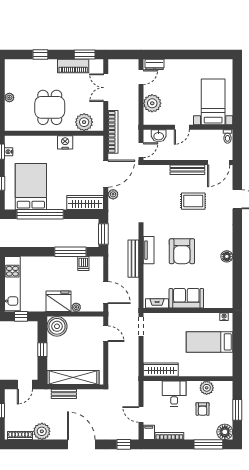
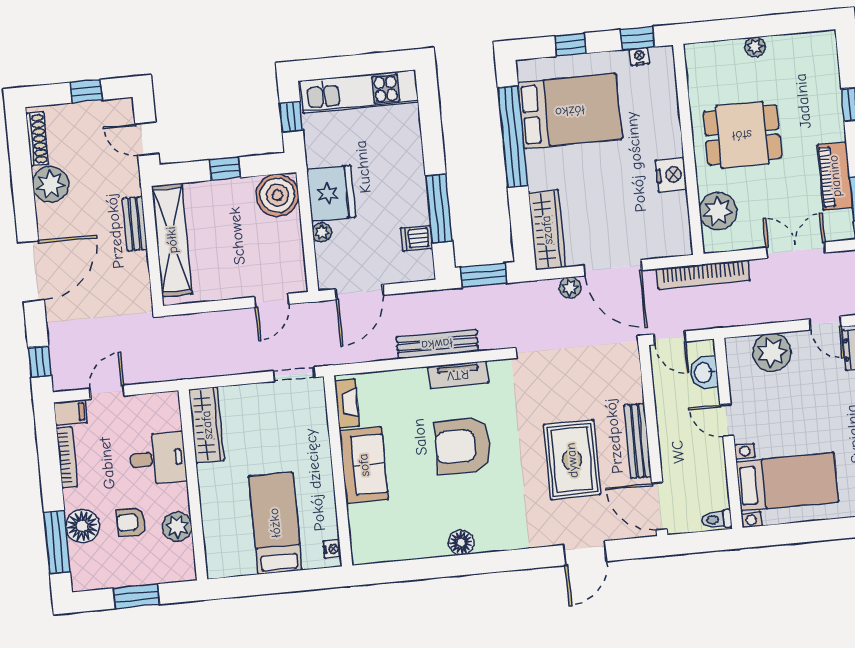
rug: (193, 201) -> (572, 460), width x1.36, depth x1.43
floor lamp: (225, 432) -> (82, 526), moved

